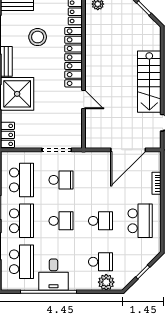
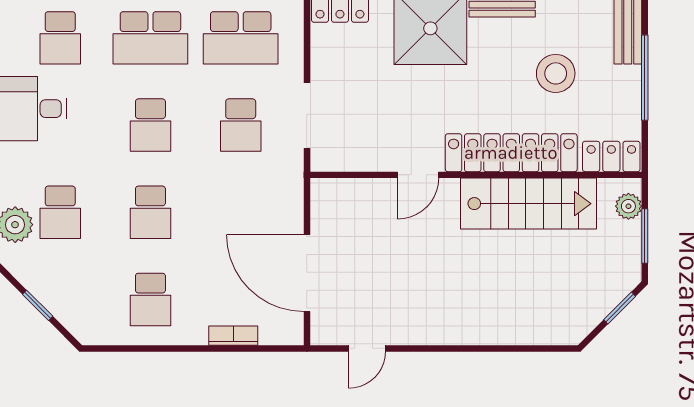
stairs: (149, 82) -> (529, 204), moved, turned 180
school desk: (140, 221) -> (150, 299), width x0.54
school desk: (21, 262) -> (60, 38), width x0.54

